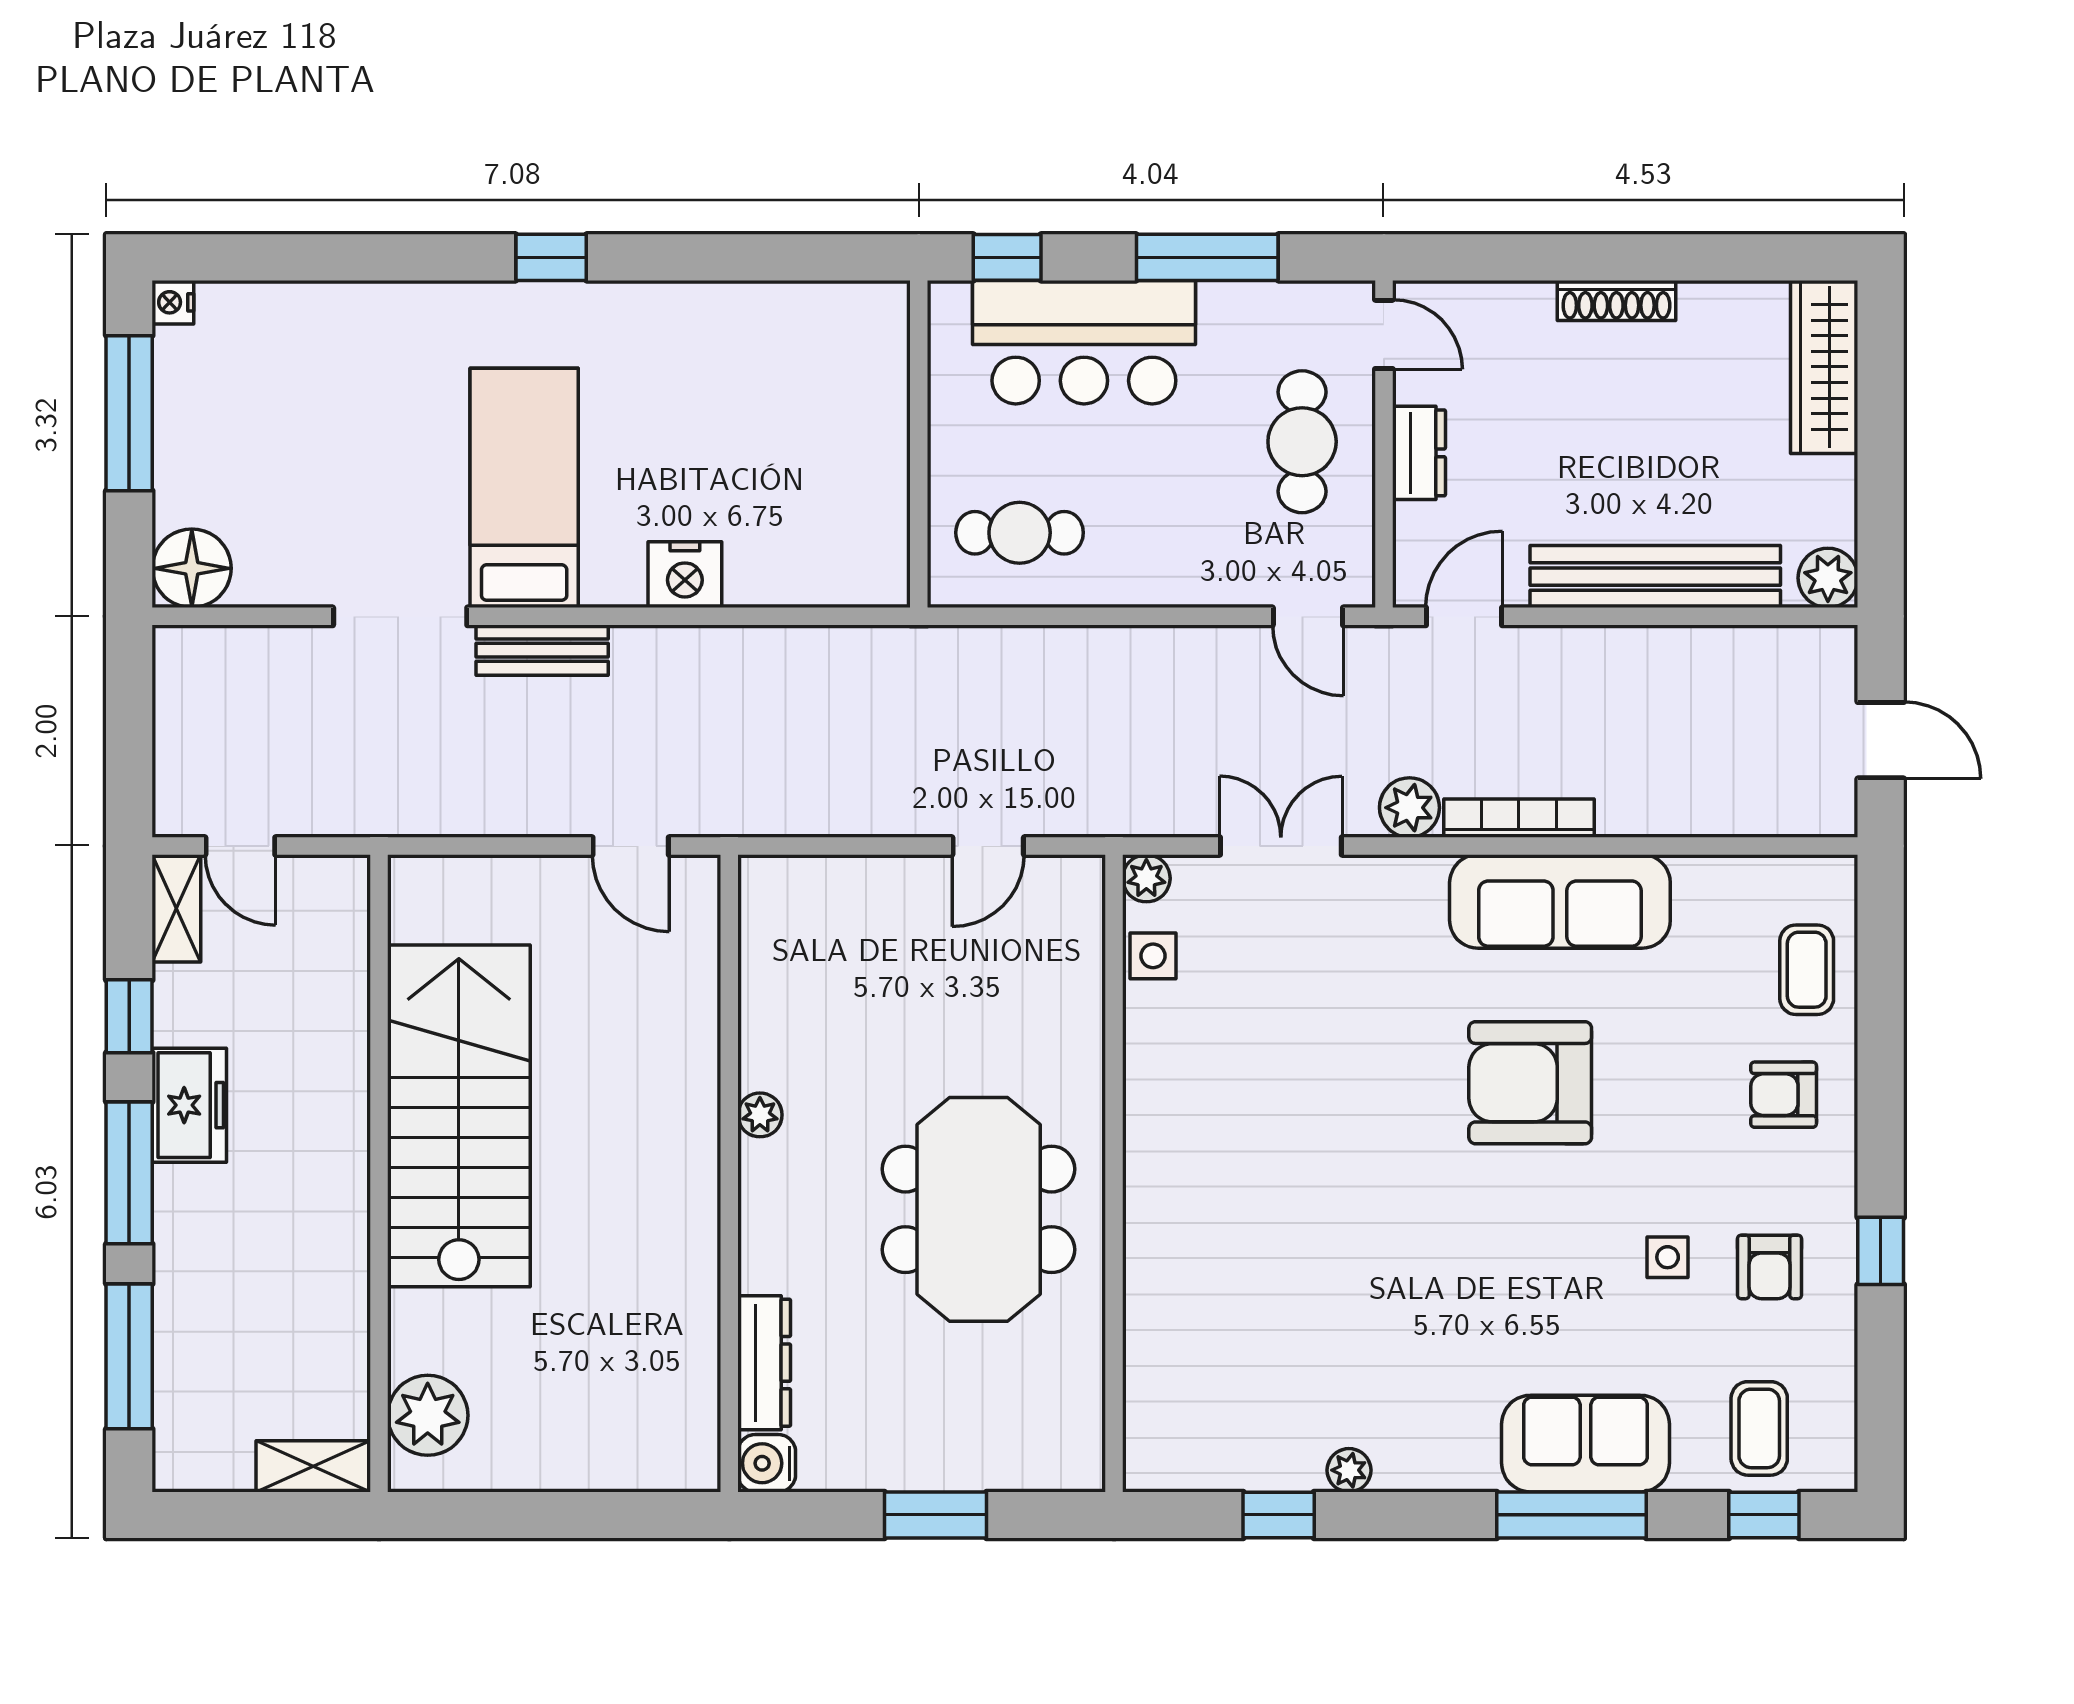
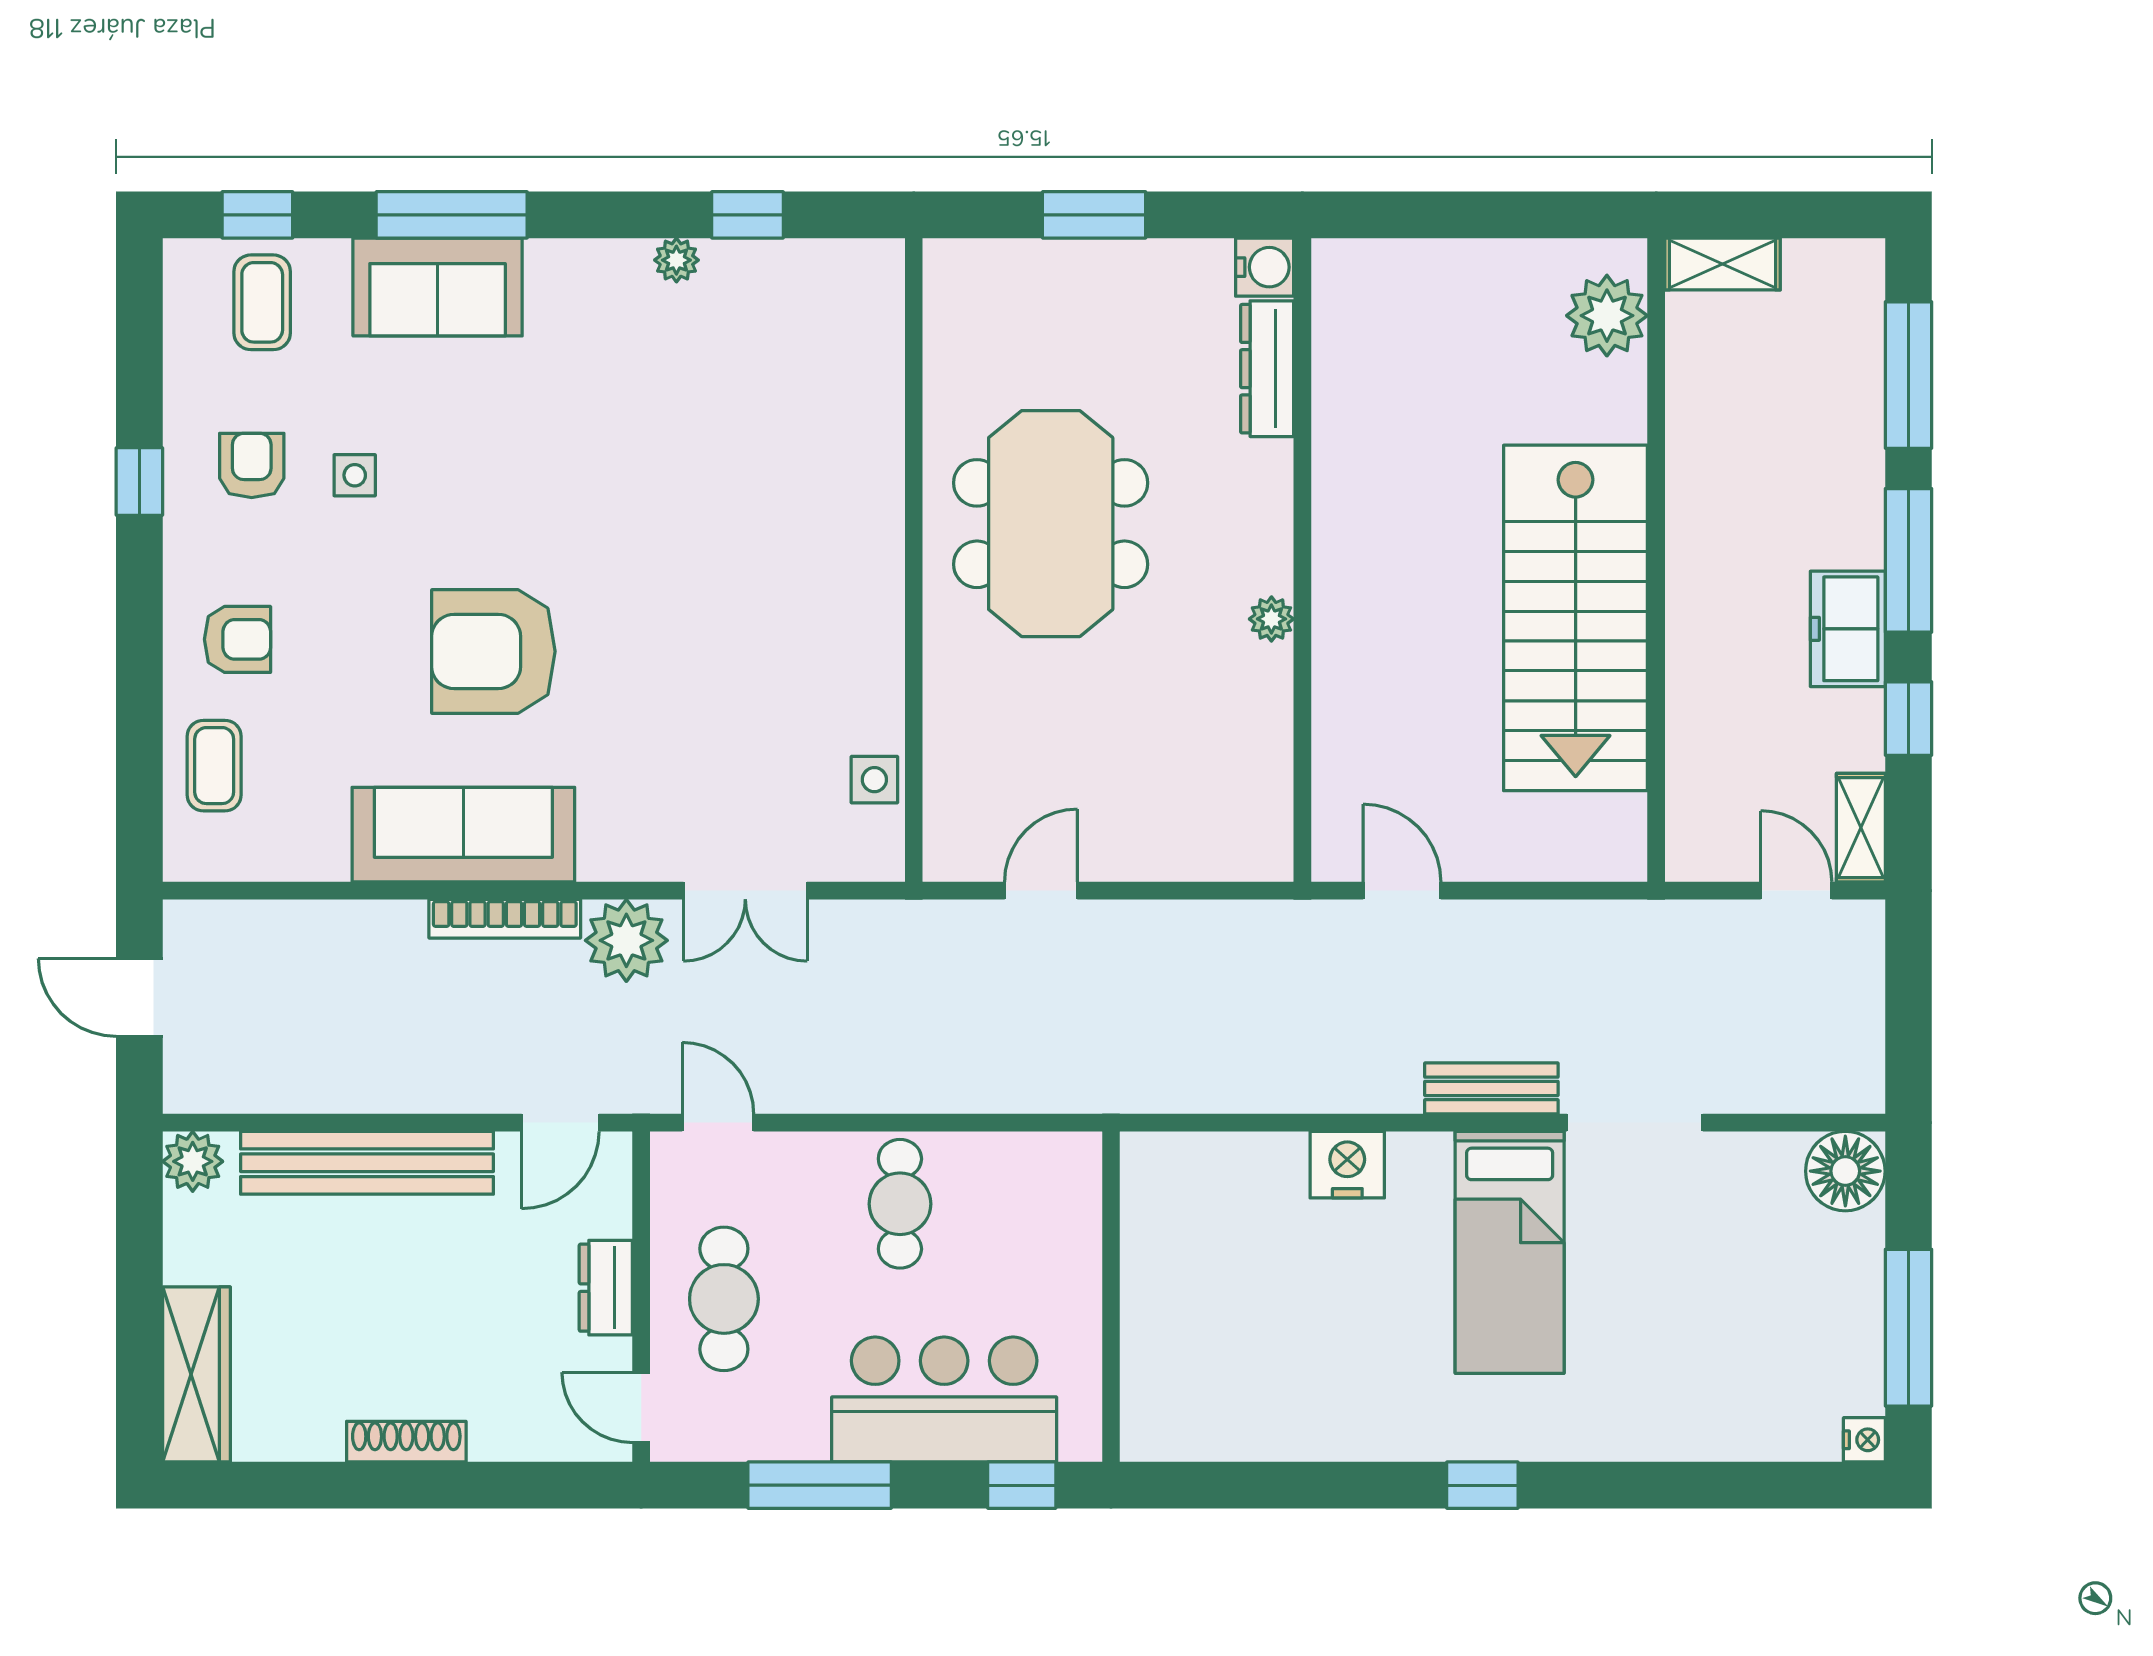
cafe table: (1020, 533) -> (900, 1204), moved, turned 90
plant: (1409, 808) -> (626, 940), width x1.36, depth x1.36
plant: (1146, 878) -> (881, 858), removed
armchair: (1530, 1083) -> (493, 651), turned 180

